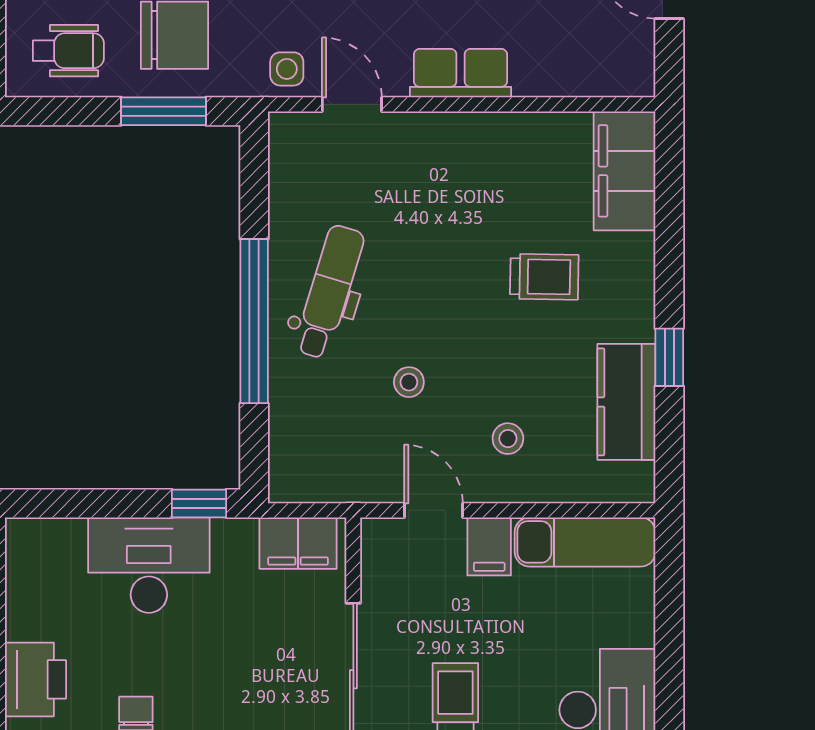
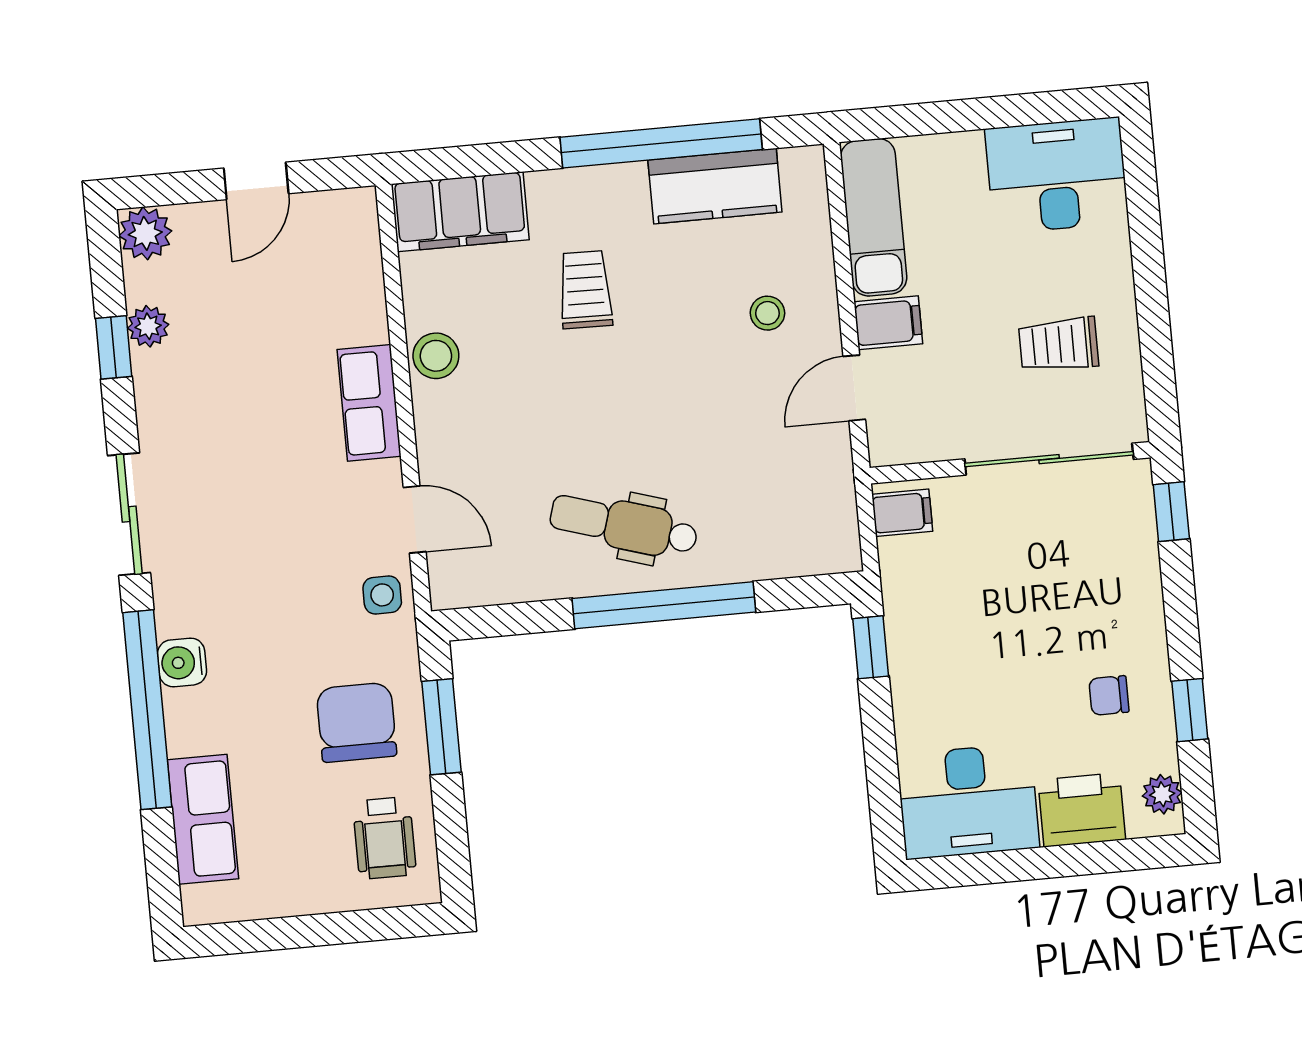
wheelchair: (68, 51) -> (384, 838), turned 180
door: (352, 104) -> (415, 519), swing flipped
window: (669, 357) -> (661, 143), width x3.17
stool: (409, 382) -> (436, 356), moved, width x1.37, depth x1.37
filing cabinet: (298, 543) -> (902, 513), width x0.50
desk: (149, 565) -> (968, 801), moved, turned -90

